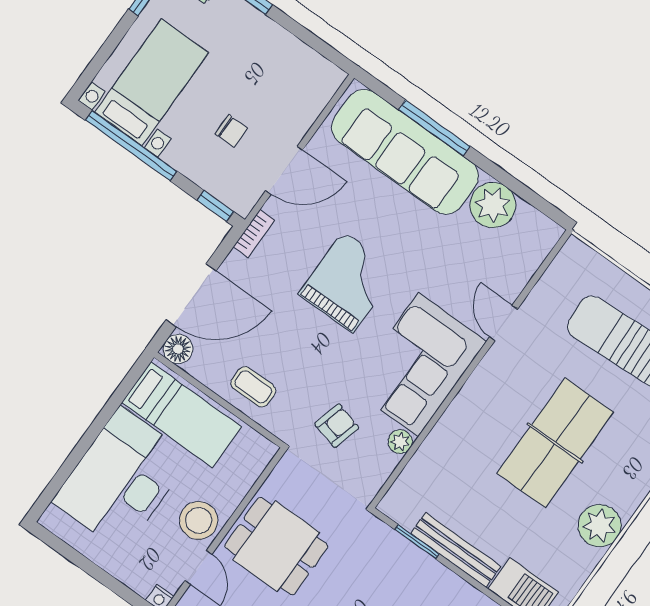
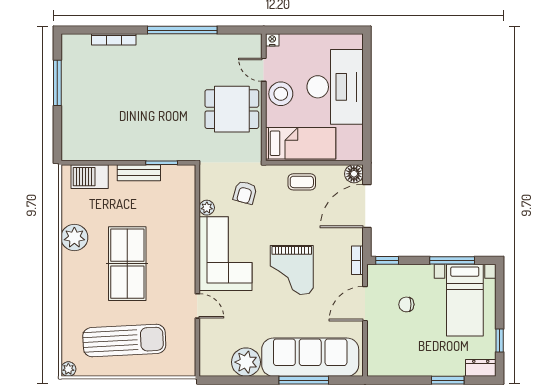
window: (131, 146) -> (452, 260), width x0.68
bed: (182, 415) -> (301, 143), moved, turned 180
bench: (456, 550) -> (139, 173), width x0.73

